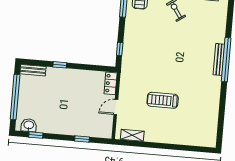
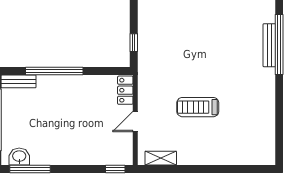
window: (60, 65) -> (54, 71), width x3.17
window: (36, 135) -> (30, 169), width x2.17
window: (82, 139) -> (115, 169), moved

